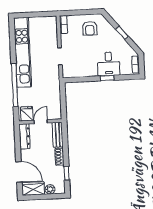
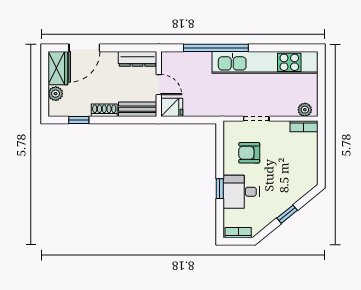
plant: (52, 25) -> (305, 110), added
armchair: (90, 28) -> (249, 153), moved
fridge: (27, 114) -> (172, 107), moved

